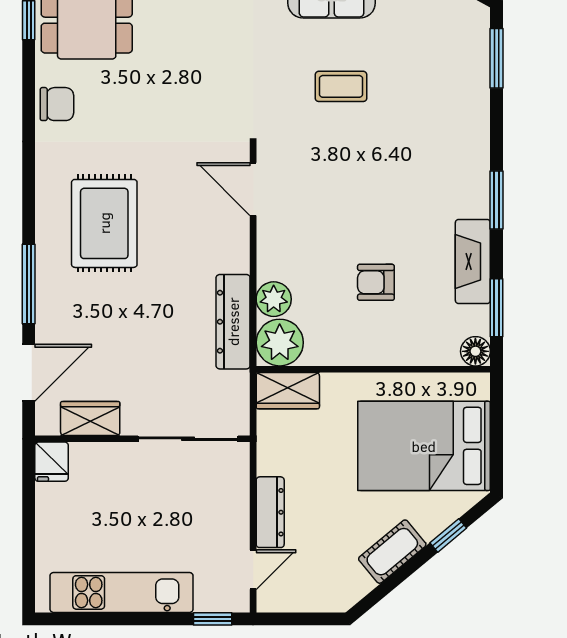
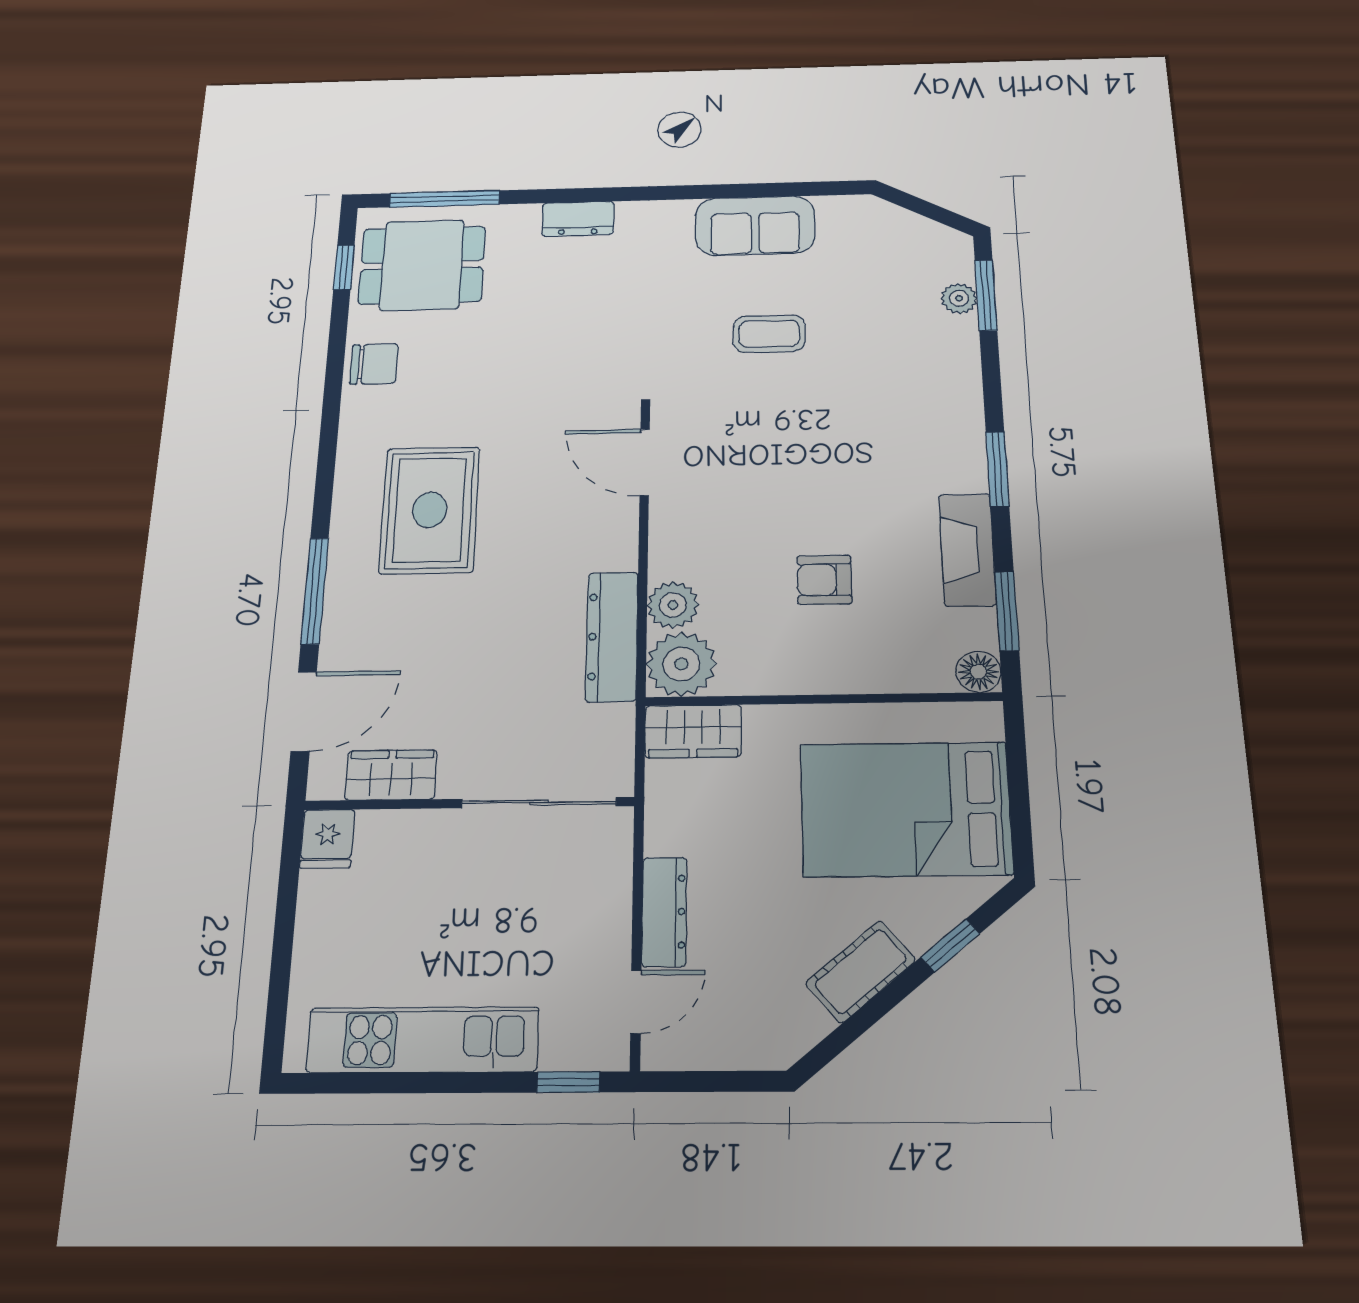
plant: (477, 60) -> (959, 298), added

